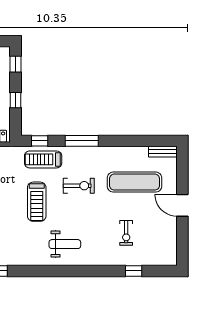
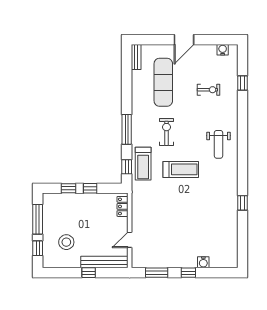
window: (16, 64) -> (68, 188), moved
weight bench: (65, 244) -> (219, 144), turned 180
water cooler: (171, 249) -> (223, 50), added

